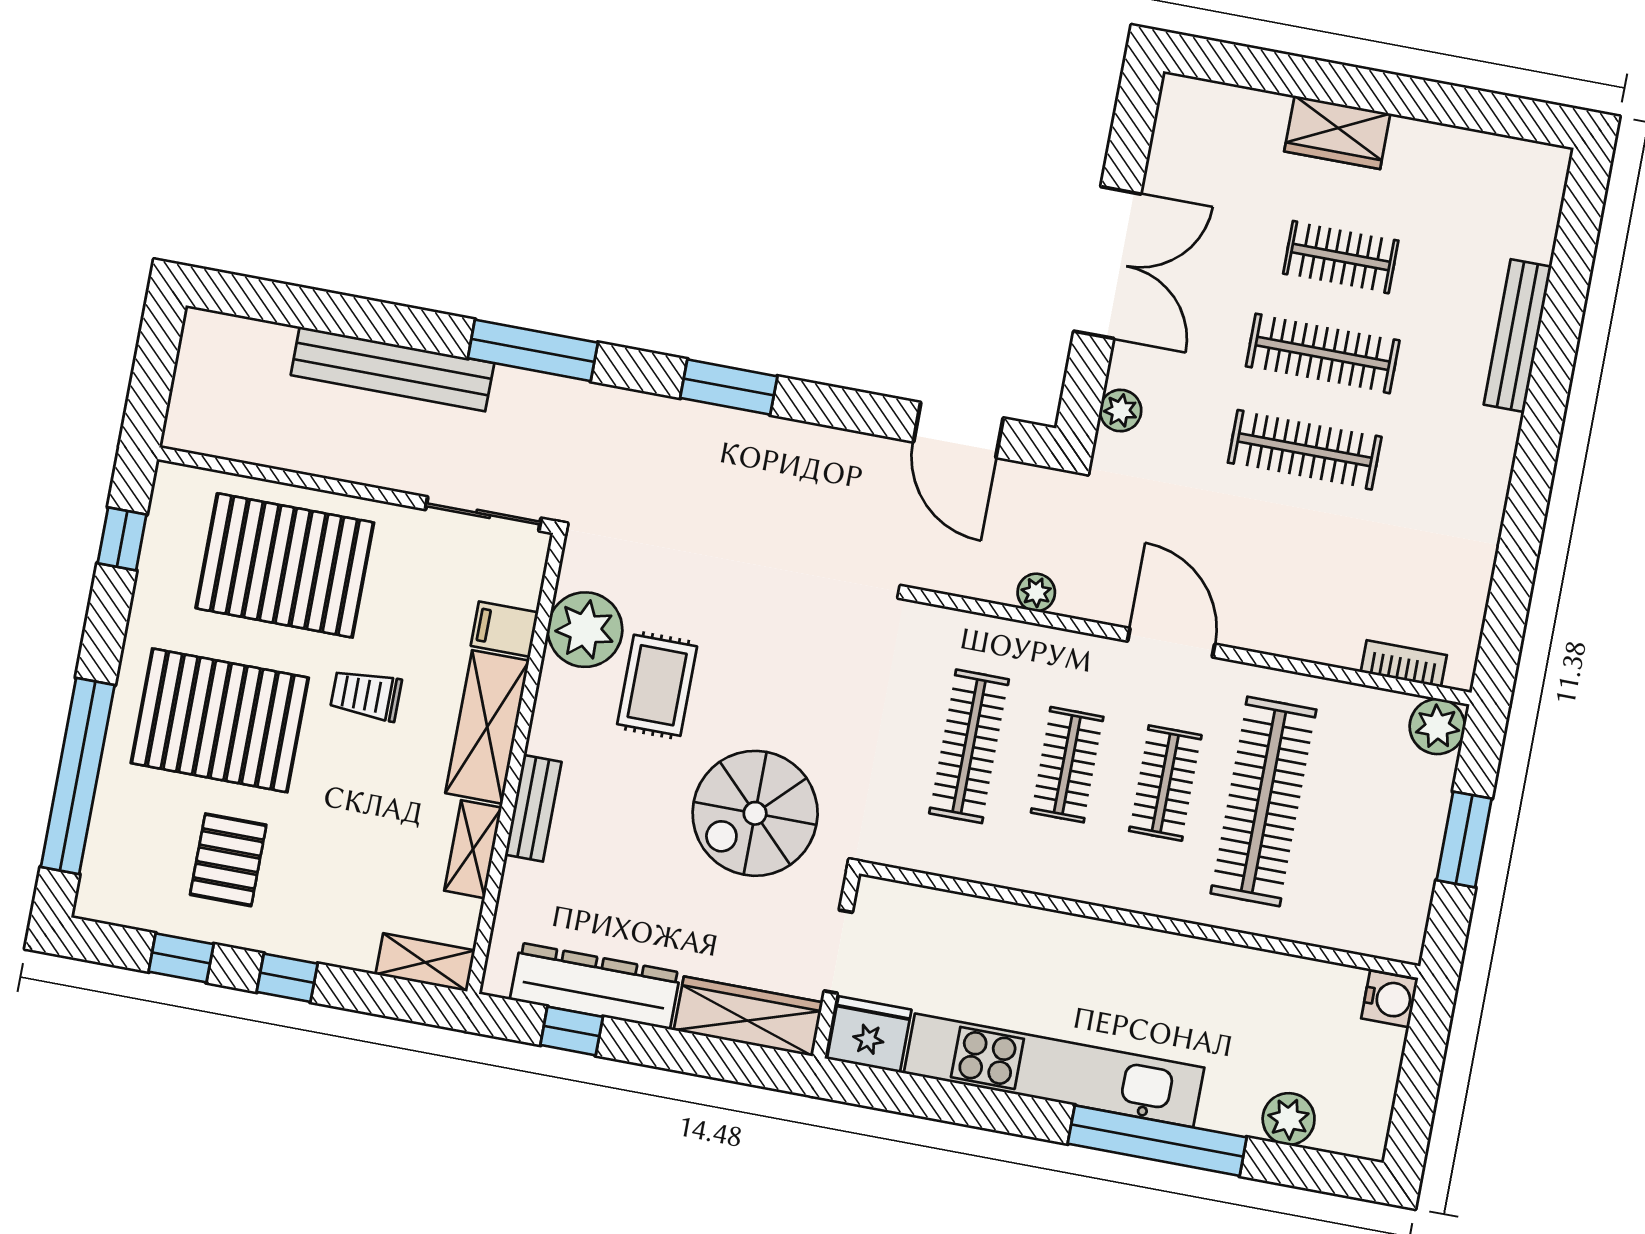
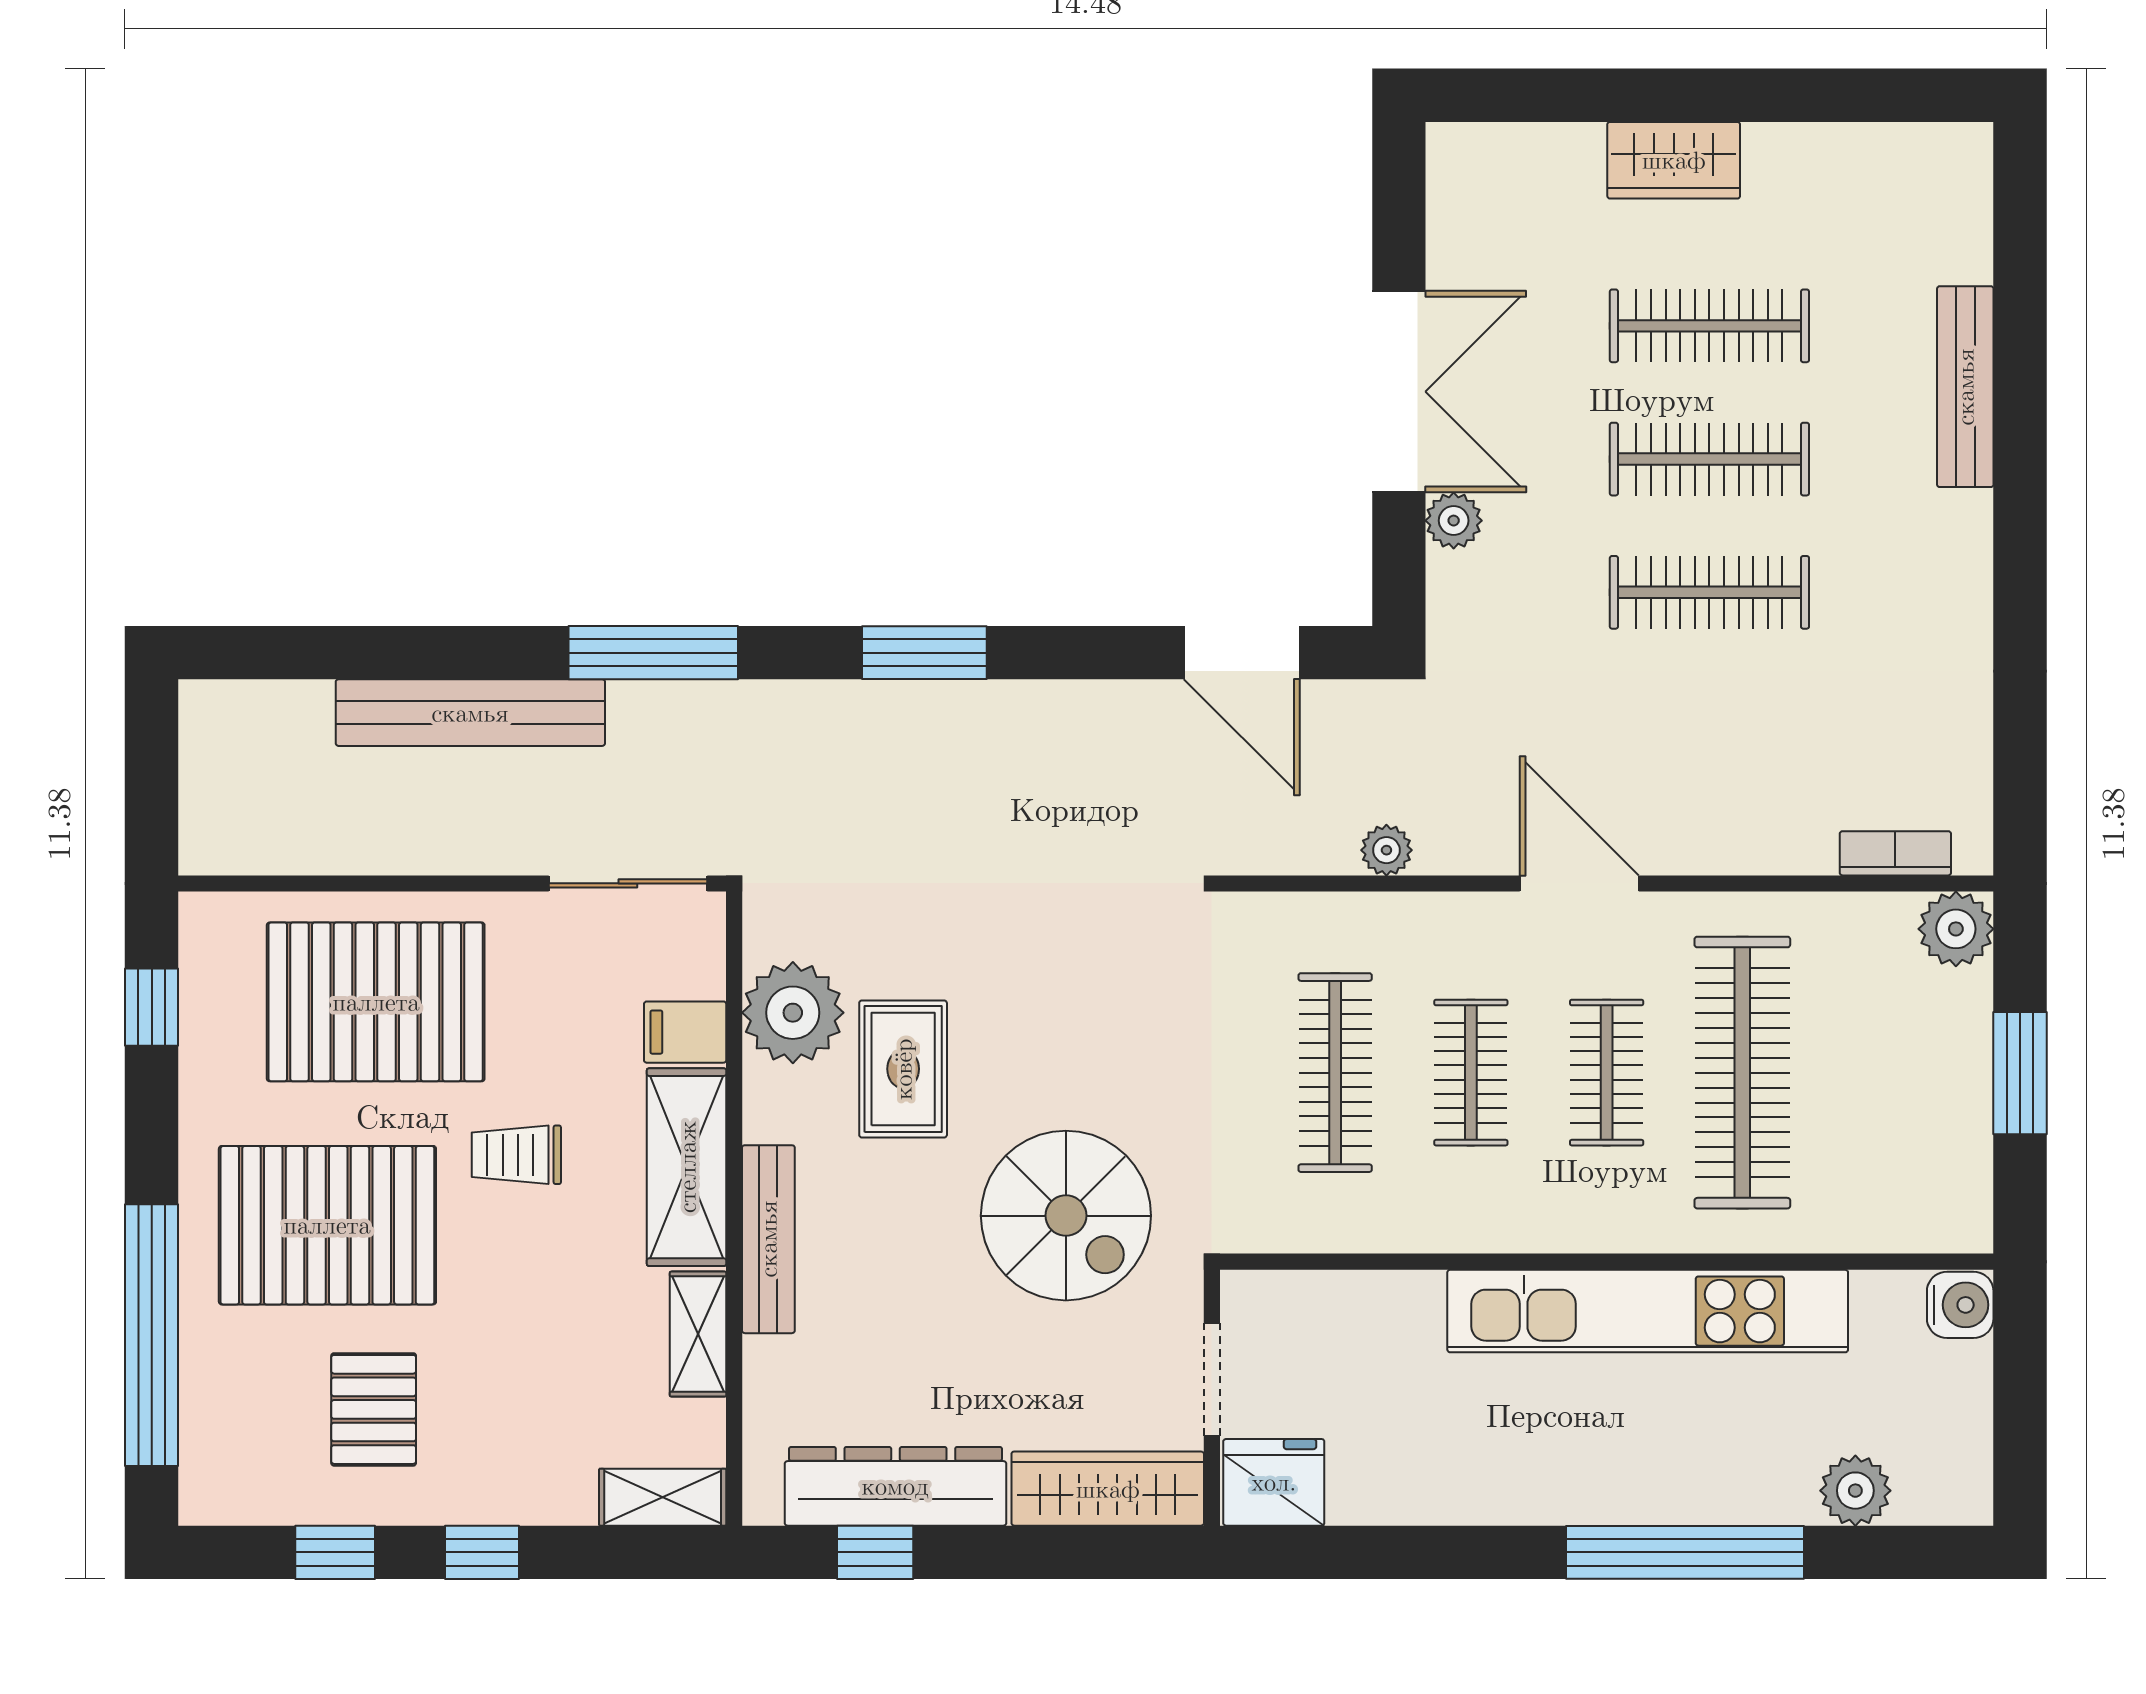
clothes rail: (1341, 257) -> (1709, 326), width x1.36
plant: (1121, 411) -> (1454, 521), moved
bench: (533, 808) -> (768, 1239), width x1.36
spiral stairs: (755, 813) -> (1066, 1216), turned -90
kitchen unit: (1054, 1070) -> (1648, 1311), moved, turned 180

